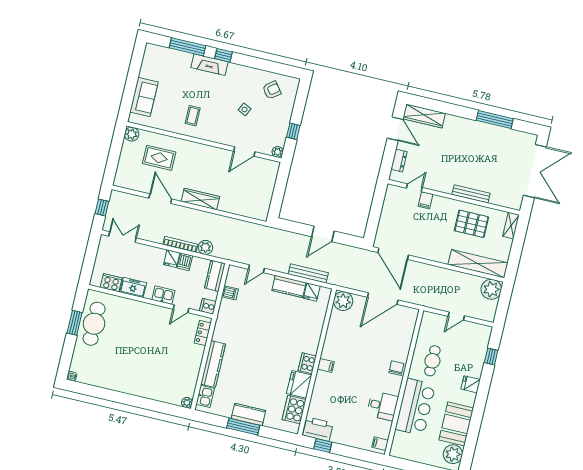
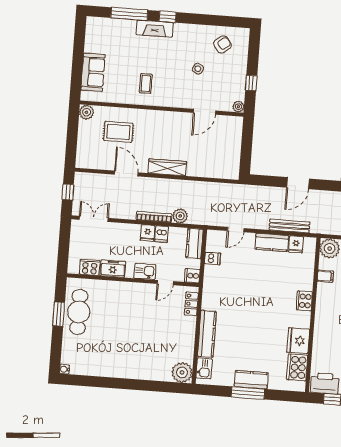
cooker: (307, 363) -> (304, 301), moved
filing cabinet: (326, 365) -> (325, 276), moved
plant: (187, 403) -> (182, 372), width x1.88, depth x1.88

